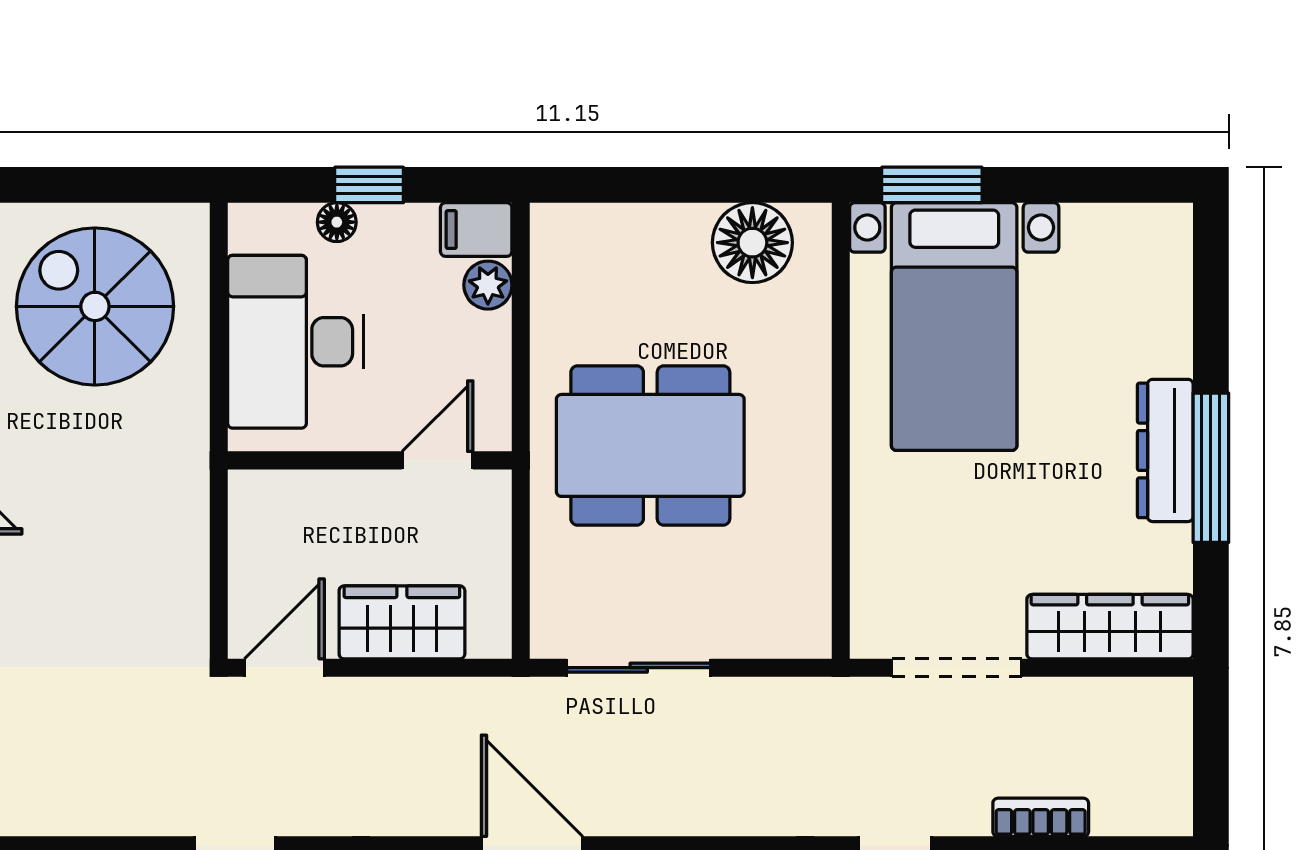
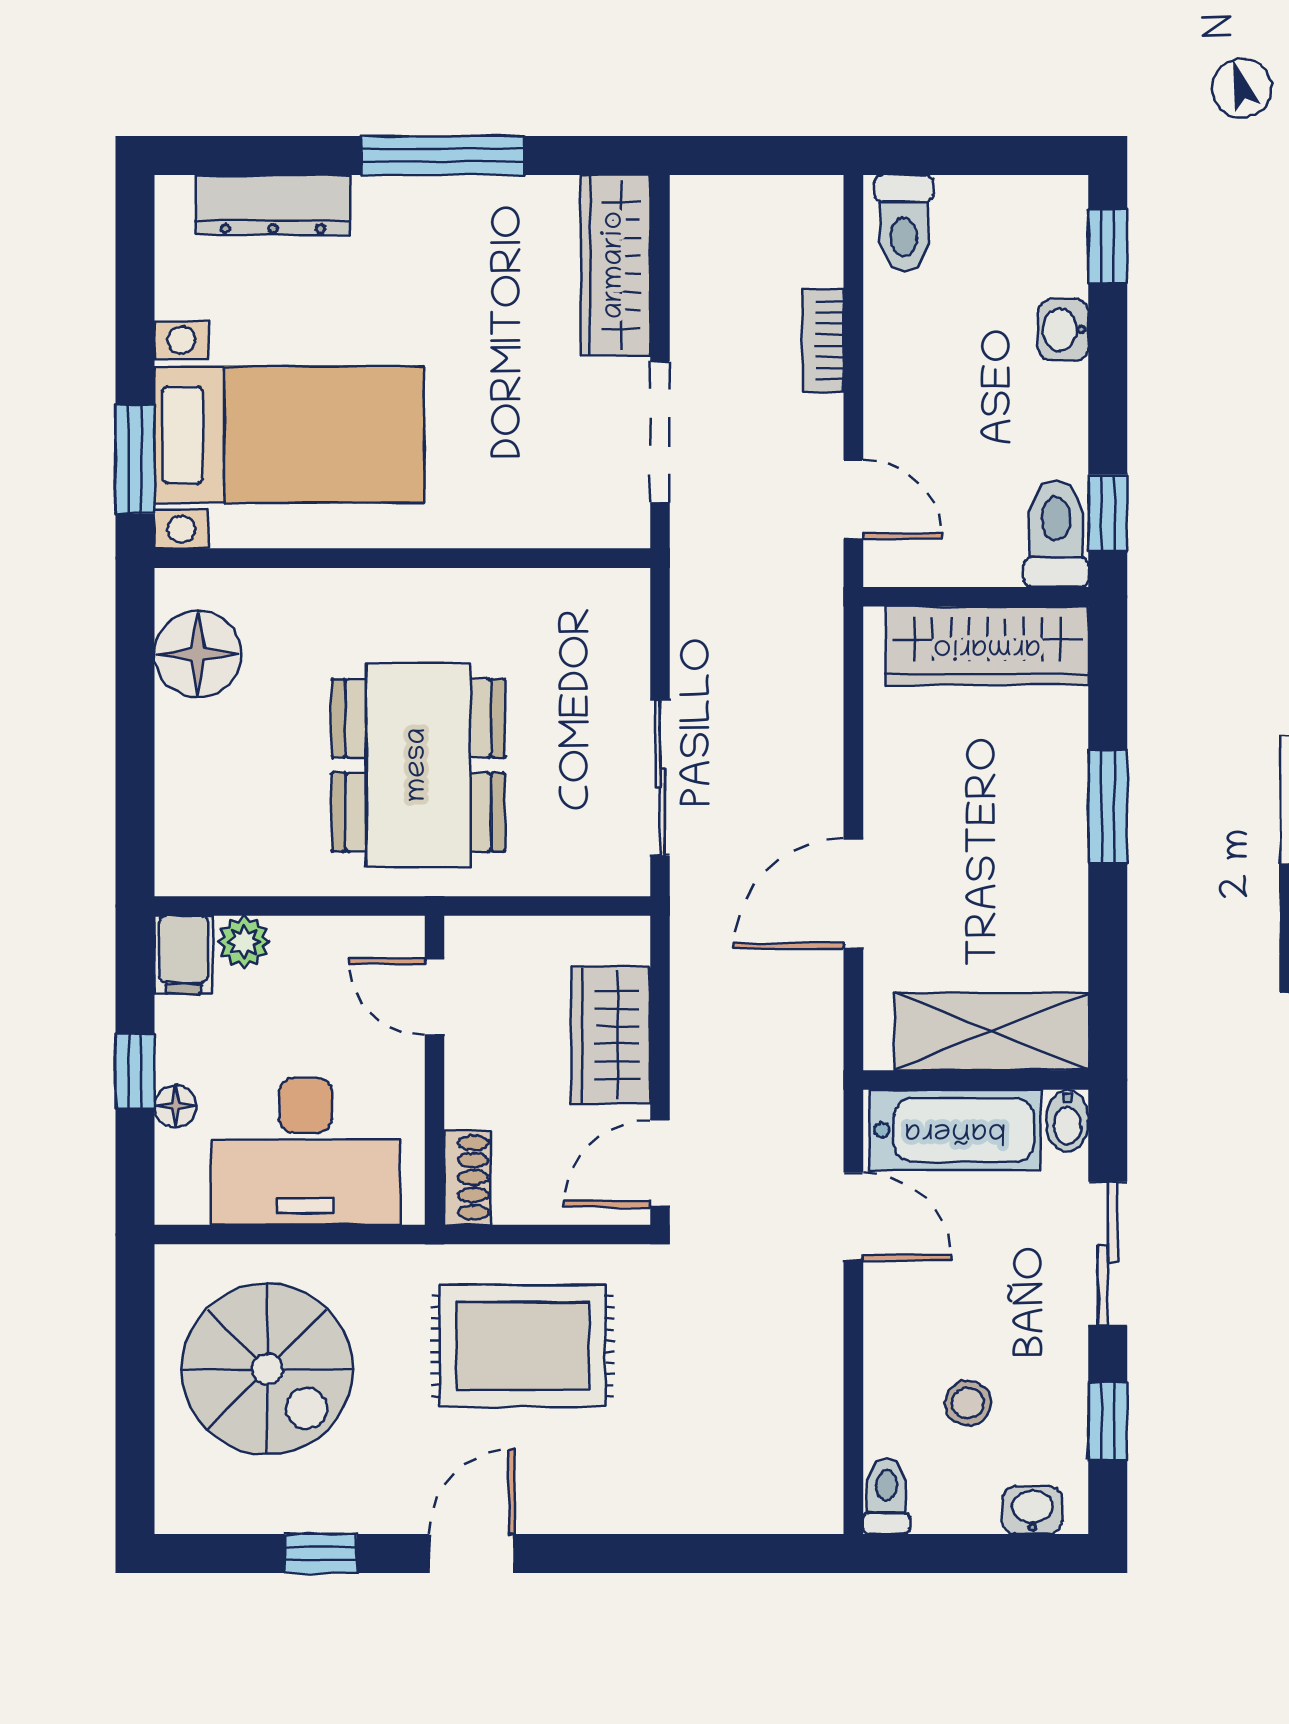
spiral stairs: (95, 306) -> (267, 1369), turned -90
dresser: (1165, 450) -> (273, 205), moved
shoe rack: (271, 490) -> (467, 1178), added
rug: (116, 541) -> (523, 1346), added
door: (284, 668) -> (660, 1163), hinge flipped

